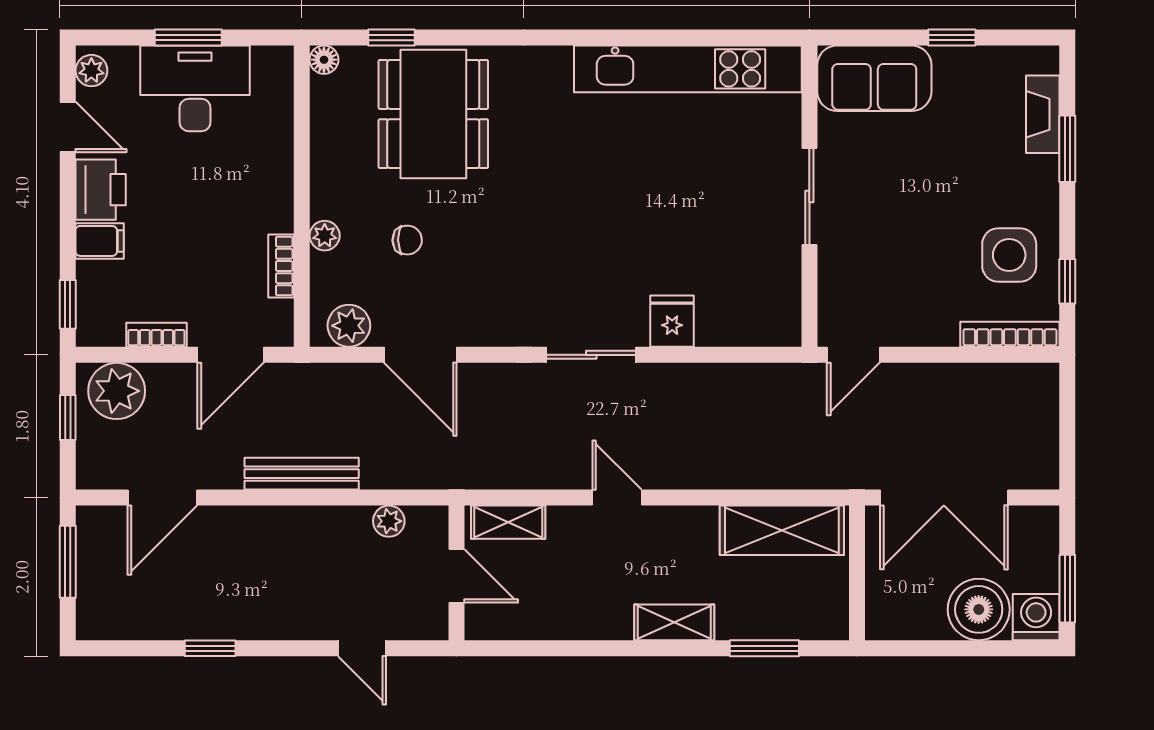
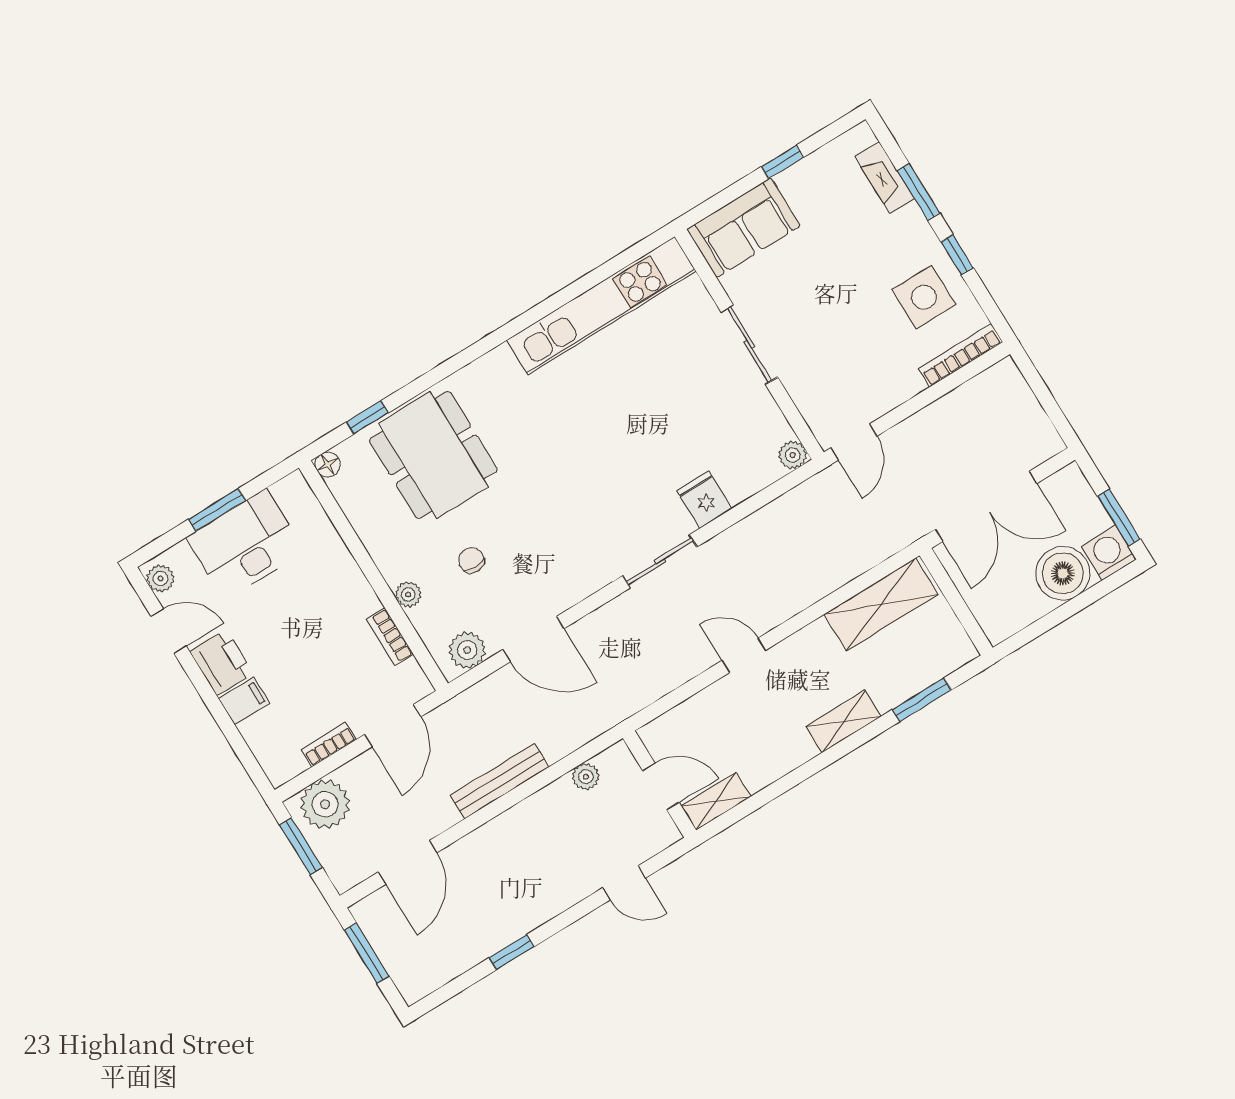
chair: (407, 240) -> (471, 560), turned -89
window: (1067, 281) -> (957, 255), moved
window: (68, 304) -> (249, 762), removed
plant: (785, 331) -> (793, 455), added
window: (68, 418) -> (301, 846), width x1.50
shelving: (508, 522) -> (716, 801), moved

